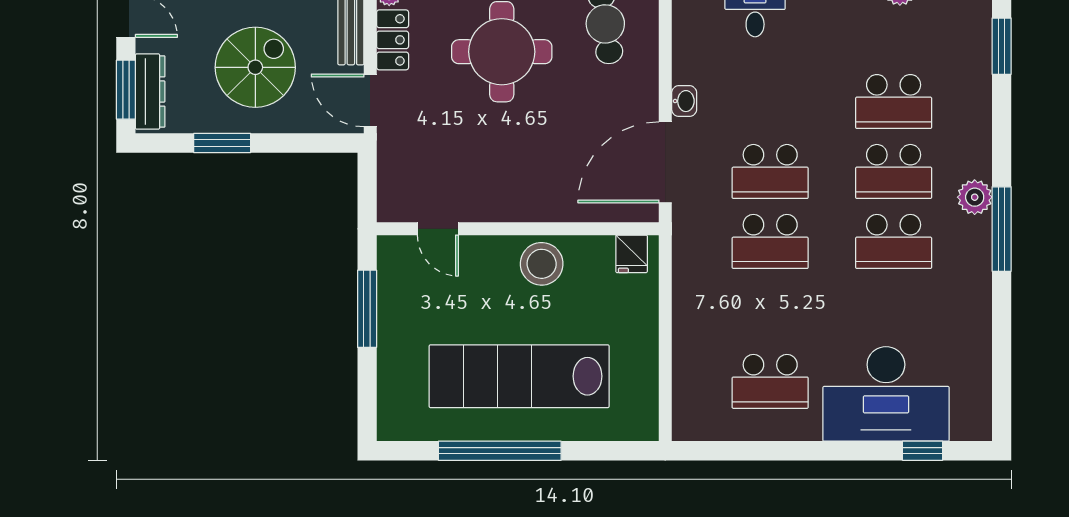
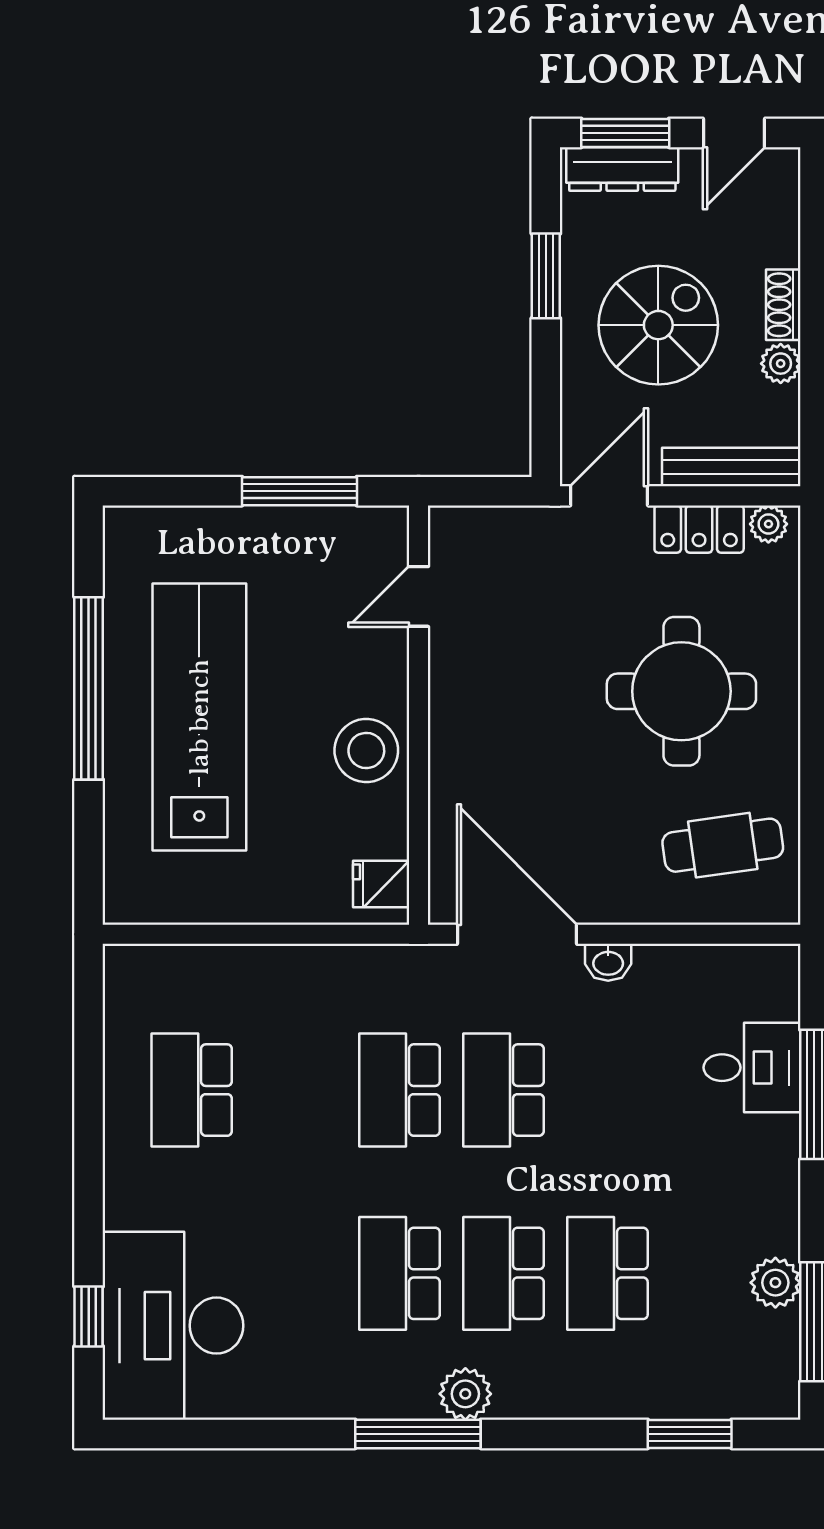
spiral stairs: (255, 67) -> (658, 325), turned -90
desk: (886, 394) -> (173, 1326), moved

